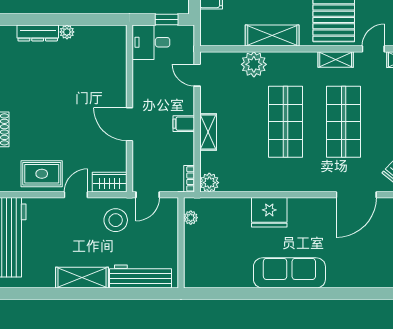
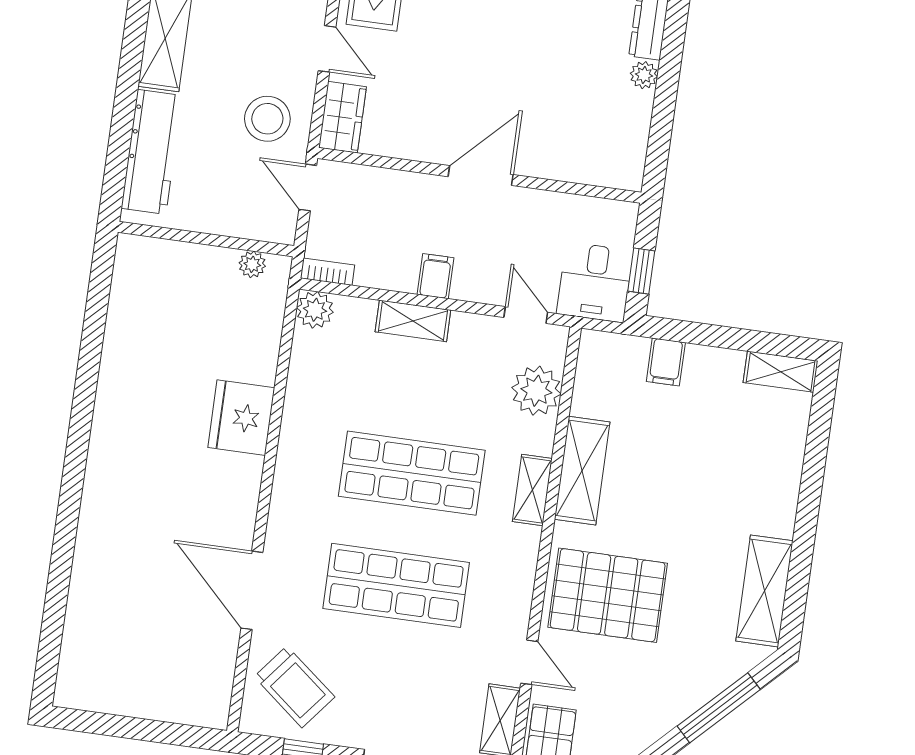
desk: (151, 42) -> (595, 282), moved, turned 180
shelving: (336, 59) -> (532, 490), moved
plant: (254, 64) -> (536, 391), moved
door: (197, 75) -> (526, 315), hinge flipped
door: (129, 124) -> (481, 176), moved
sofa: (289, 273) -> (119, 440), removed

